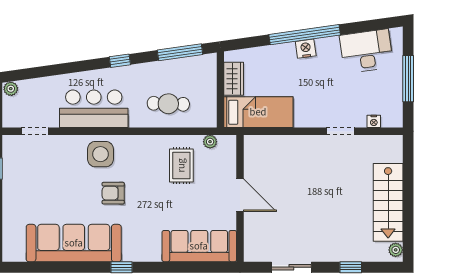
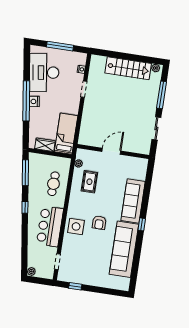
desk: (366, 51) -> (44, 73), width x1.36, depth x1.30
rug: (181, 165) -> (89, 182), turned 90
sofa: (199, 246) -> (133, 201), moved
window: (351, 267) -> (162, 95), width x2.17

